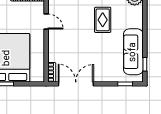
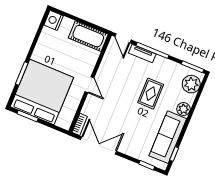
door: (46, 21) -> (89, 85), moved
plant: (137, 22) -> (183, 109), added

